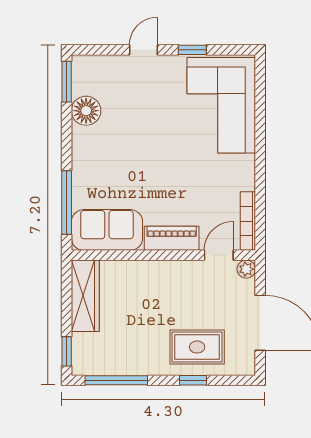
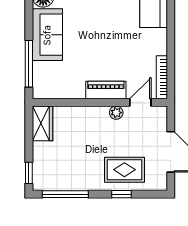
sofa: (107, 230) -> (47, 35), moved, turned 90
plant: (246, 269) -> (116, 113), moved
wardrobe: (85, 296) -> (43, 123), width x0.67

